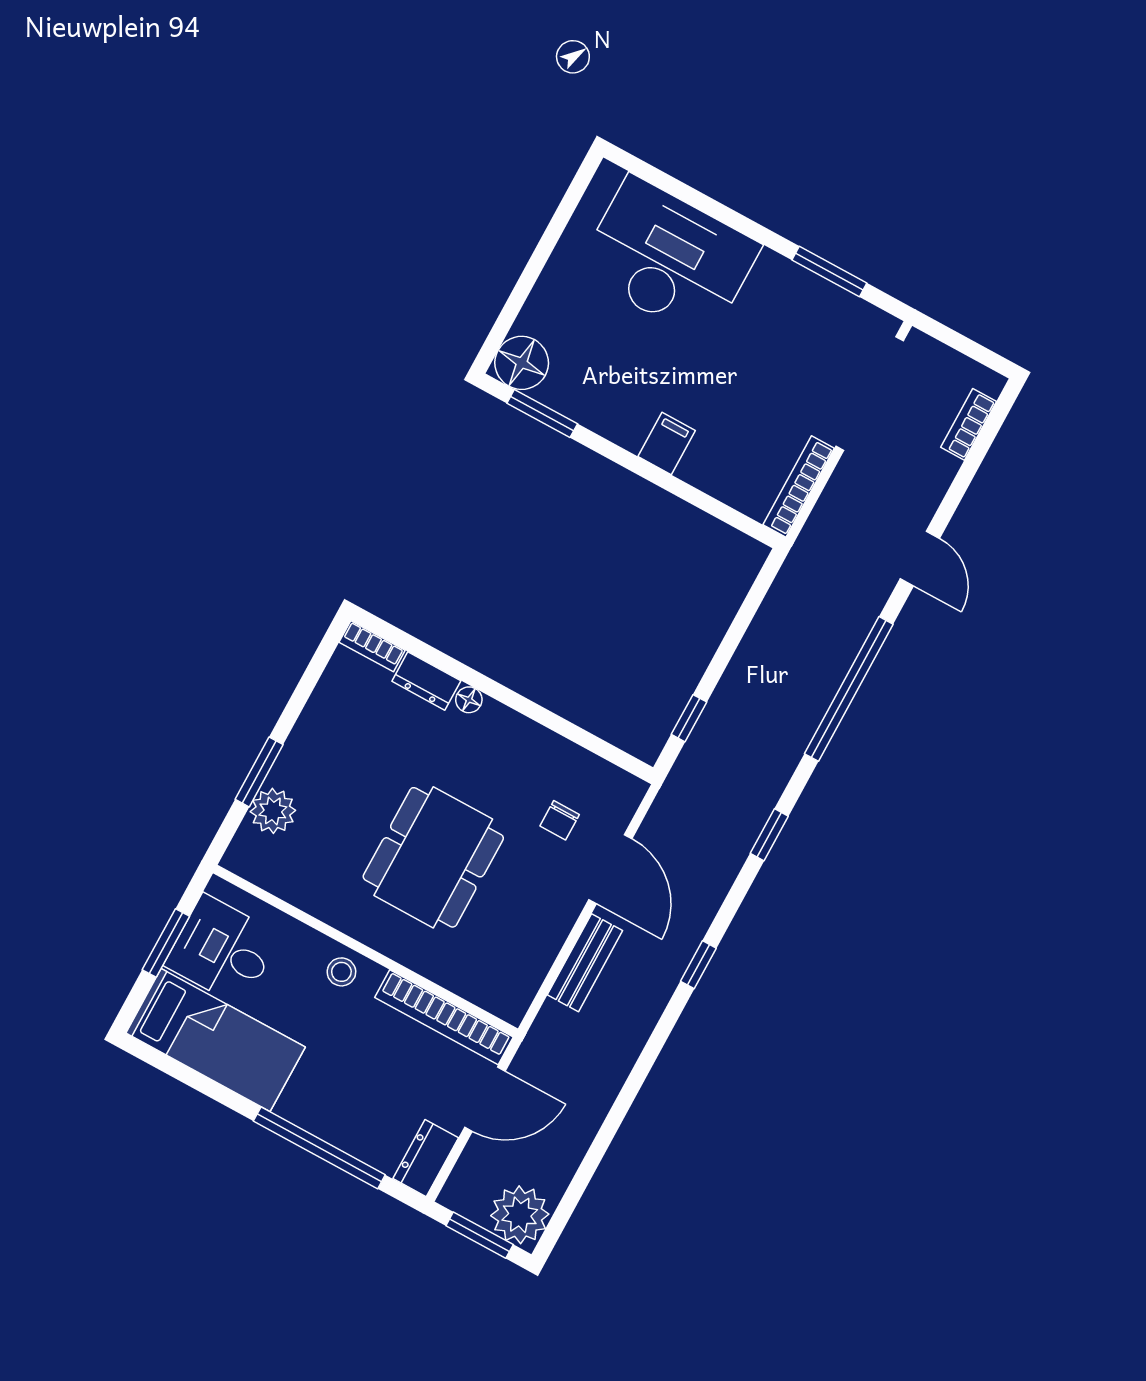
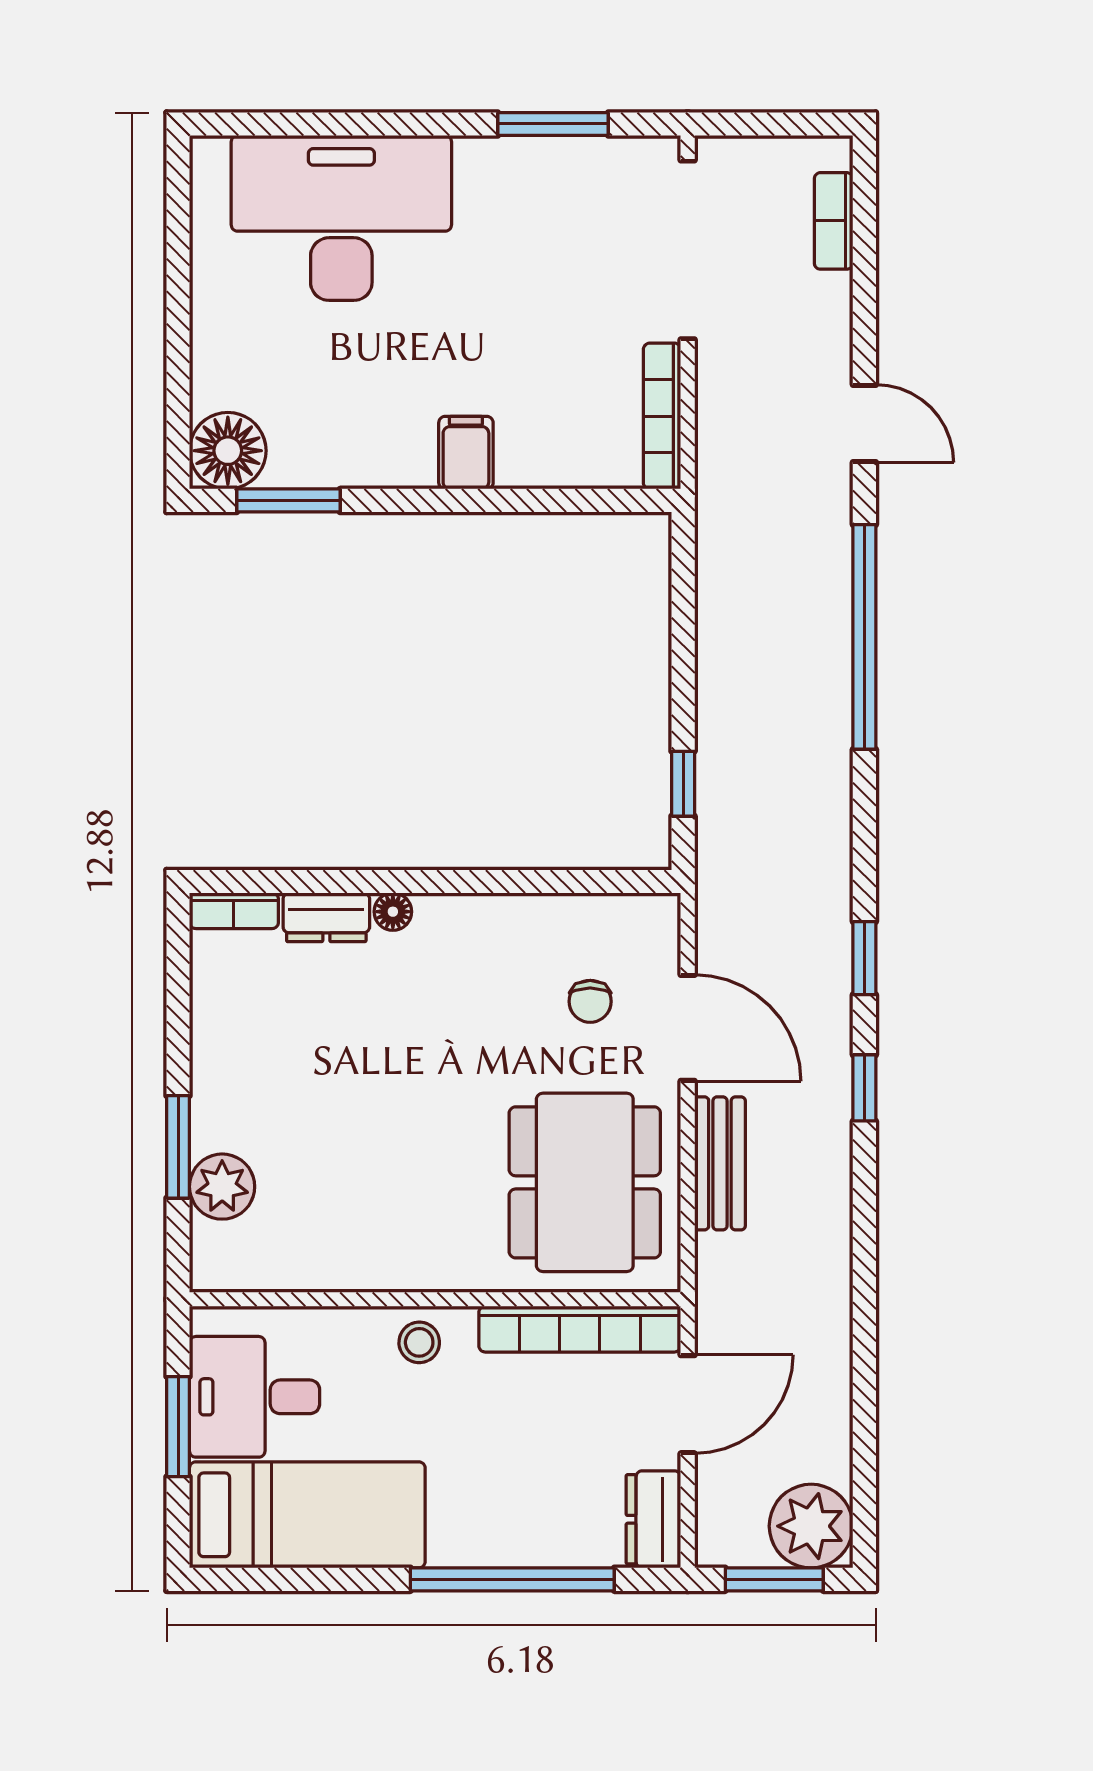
window: (769, 835) -> (864, 958), moved
dining table: (433, 857) -> (585, 1182), moved

